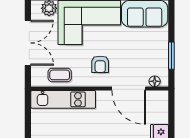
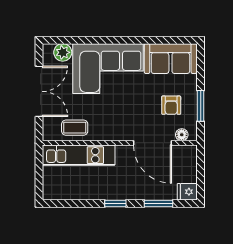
armchair: (100, 64) -> (171, 105), moved

